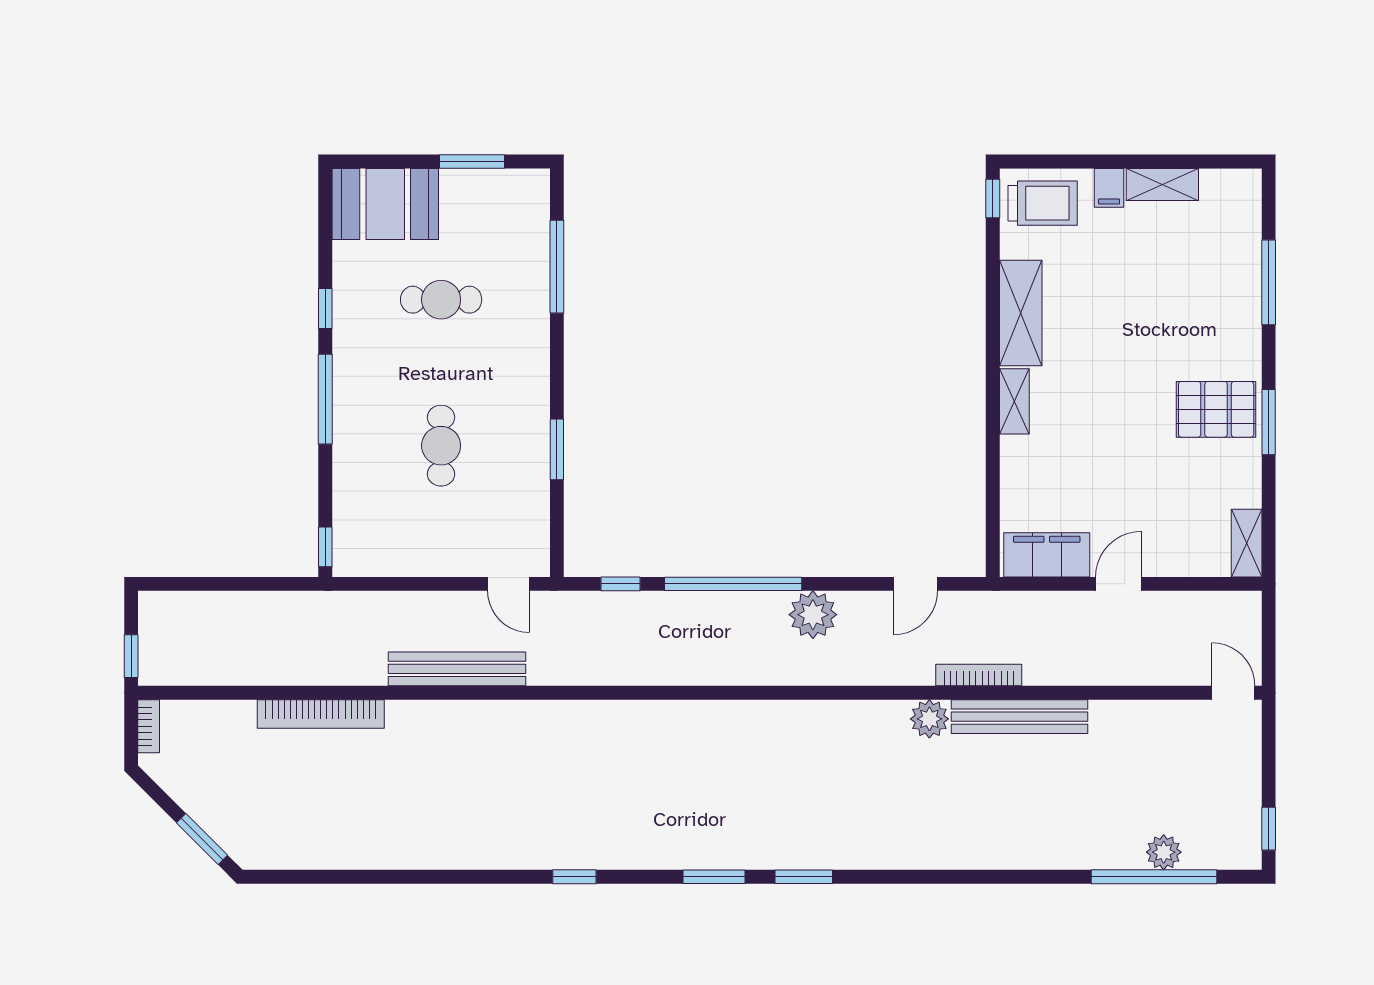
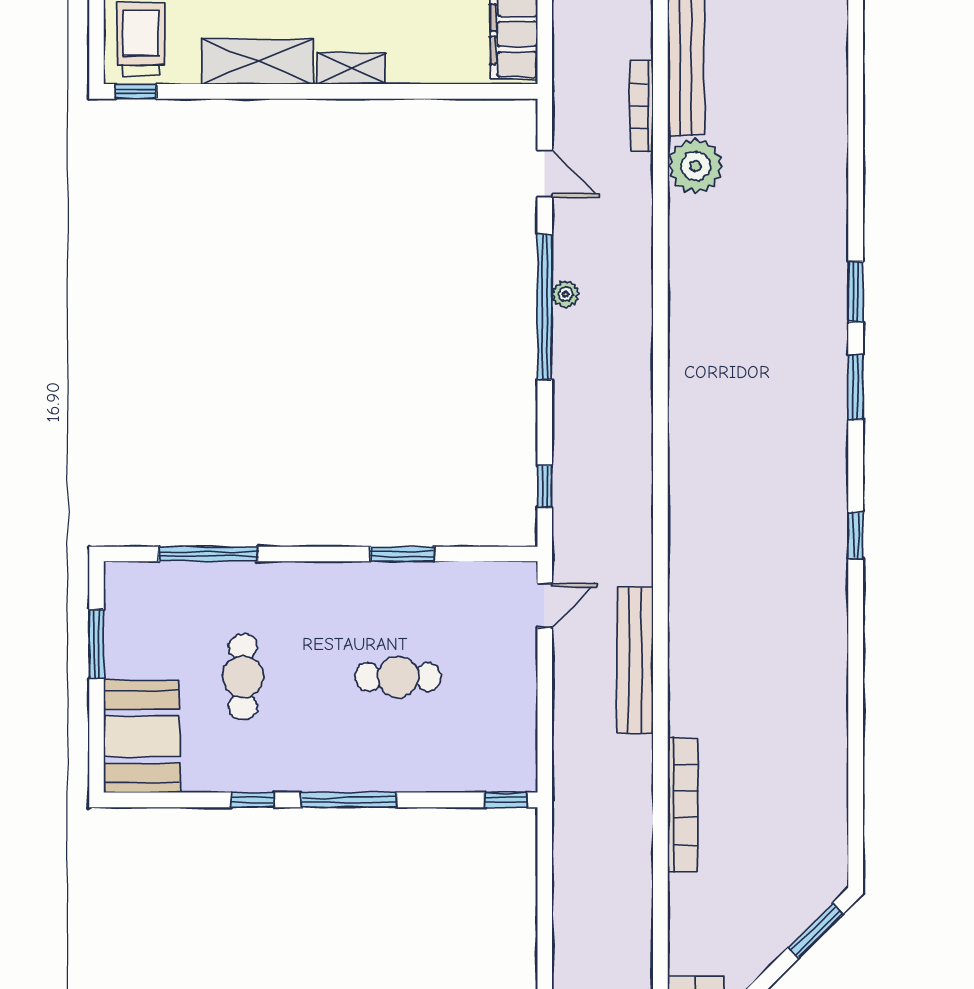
window: (733, 584) -> (545, 307), moved
plant: (813, 615) -> (566, 294), width x0.53, depth x0.53
plant: (929, 719) -> (696, 166), width x1.36, depth x1.36

